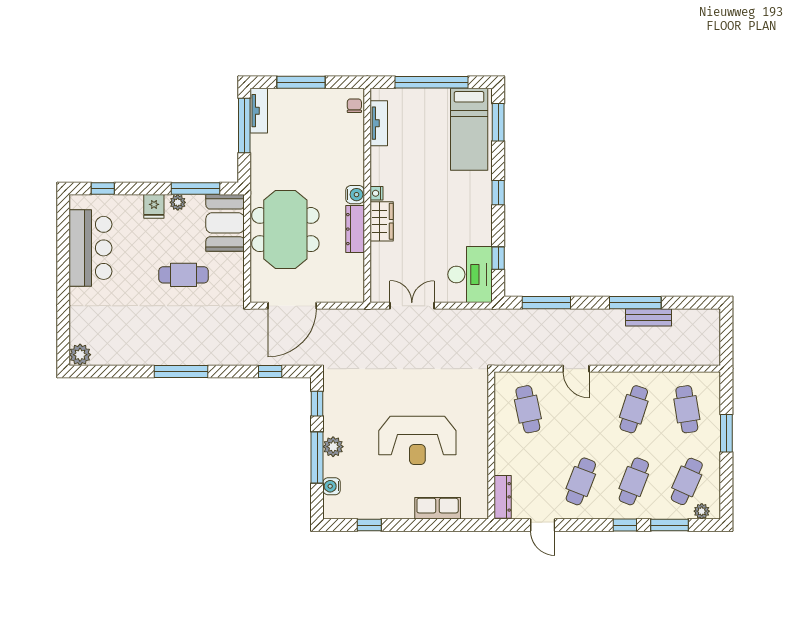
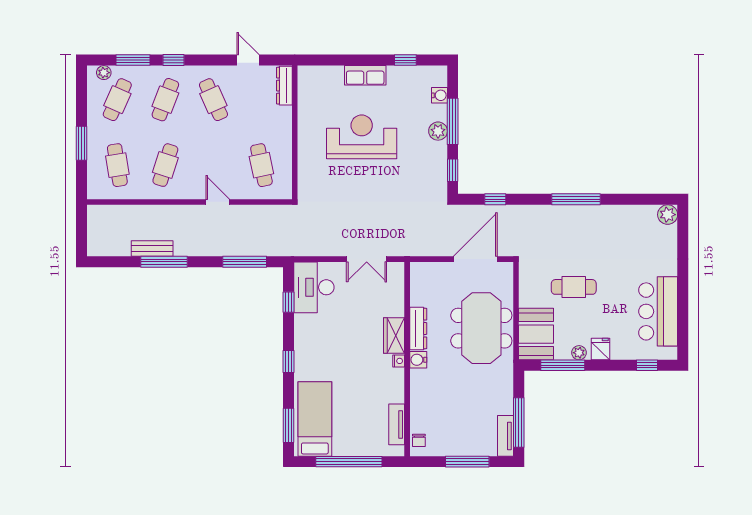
cafe table: (581, 481) -> (213, 100), turned -45
row of seats: (438, 508) -> (365, 75), moved

